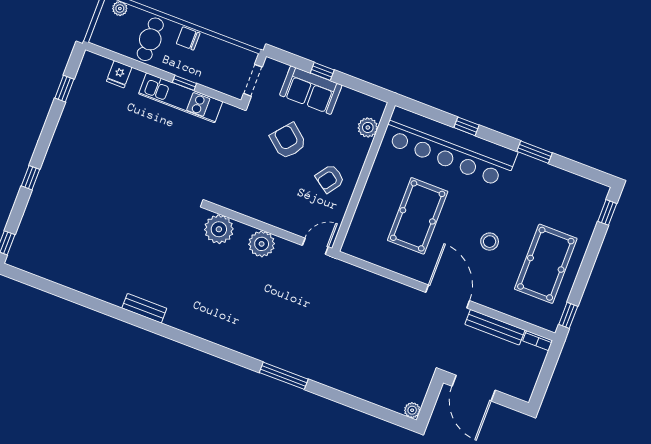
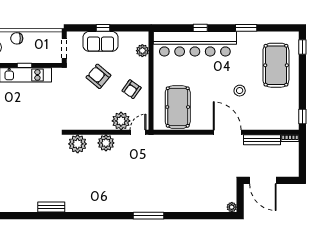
pool table: (418, 216) -> (178, 107), moved
plant: (296, 220) -> (121, 121), added
pool table: (546, 264) -> (276, 65), moved

